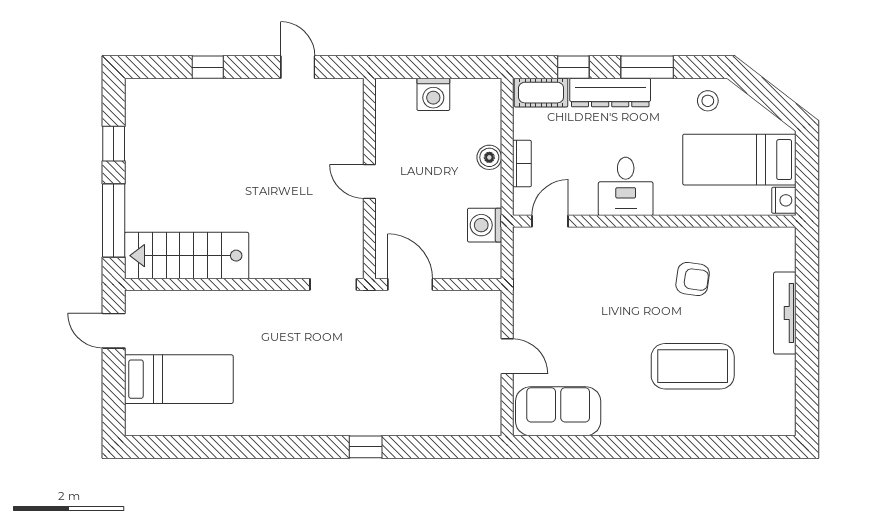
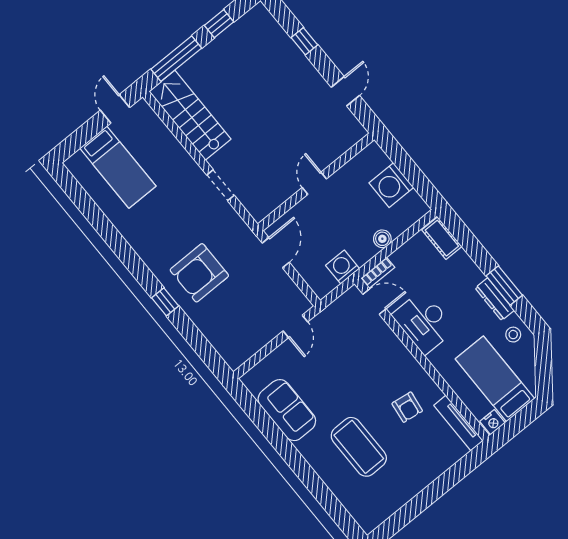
window: (573, 67) -> (471, 244), removed
dresser: (610, 92) -> (495, 299), moved, width x0.73, depth x0.80
washing machine: (433, 94) -> (391, 185), width x1.37, depth x1.37
bookcase: (522, 164) -> (378, 273), moved
desk: (626, 186) -> (424, 322), width x1.37
doorway: (333, 284) -> (220, 185), moved
tv unit: (785, 313) -> (458, 423), moved, turned -90
door: (507, 356) -> (295, 326), moved
armchair: (365, 384) -> (199, 273), added
sofa: (558, 411) -> (287, 410), moved

